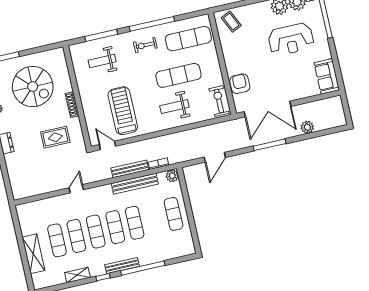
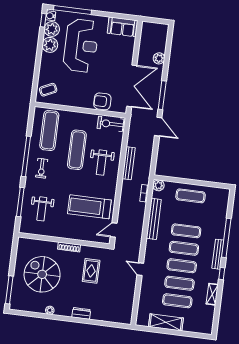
reception desk: (291, 39) -> (81, 45), width x1.36, depth x1.30
spiral stairs: (33, 87) -> (42, 274), turned -90
door: (215, 157) -> (158, 127), moved
bench: (130, 169) -> (129, 163), moved
shelving: (33, 254) -> (166, 322), moved

